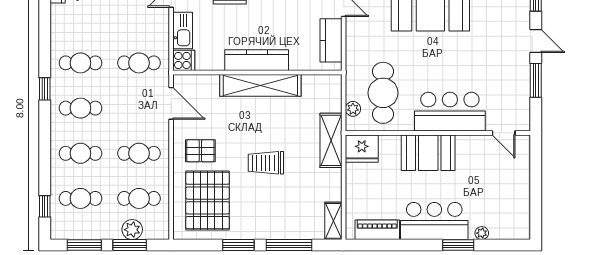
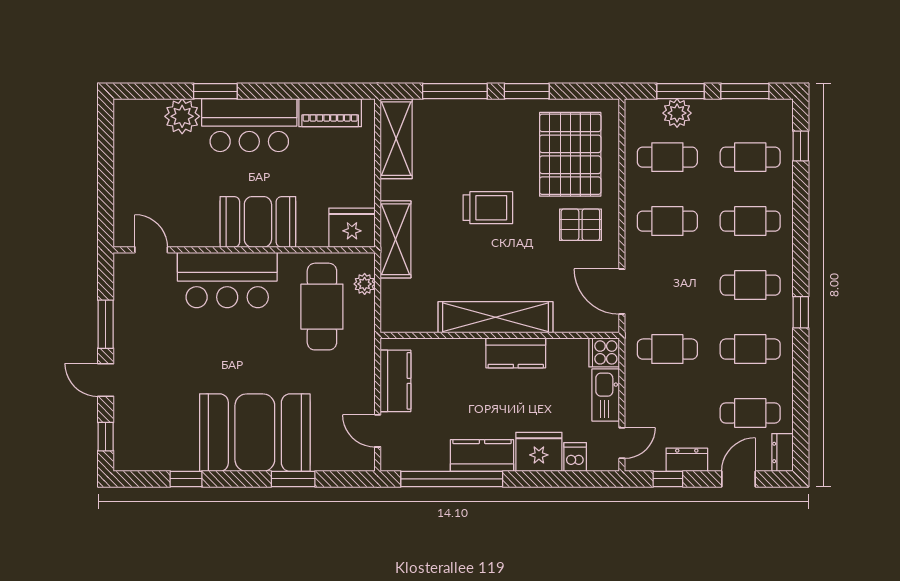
cafe table: (80, 18) -> (750, 413), added
kitchen counter: (257, 60) -> (516, 353), width x0.67
shelving: (333, 221) -> (396, 139), width x1.50, depth x1.33
plant: (482, 233) -> (182, 116), width x1.88, depth x1.88

